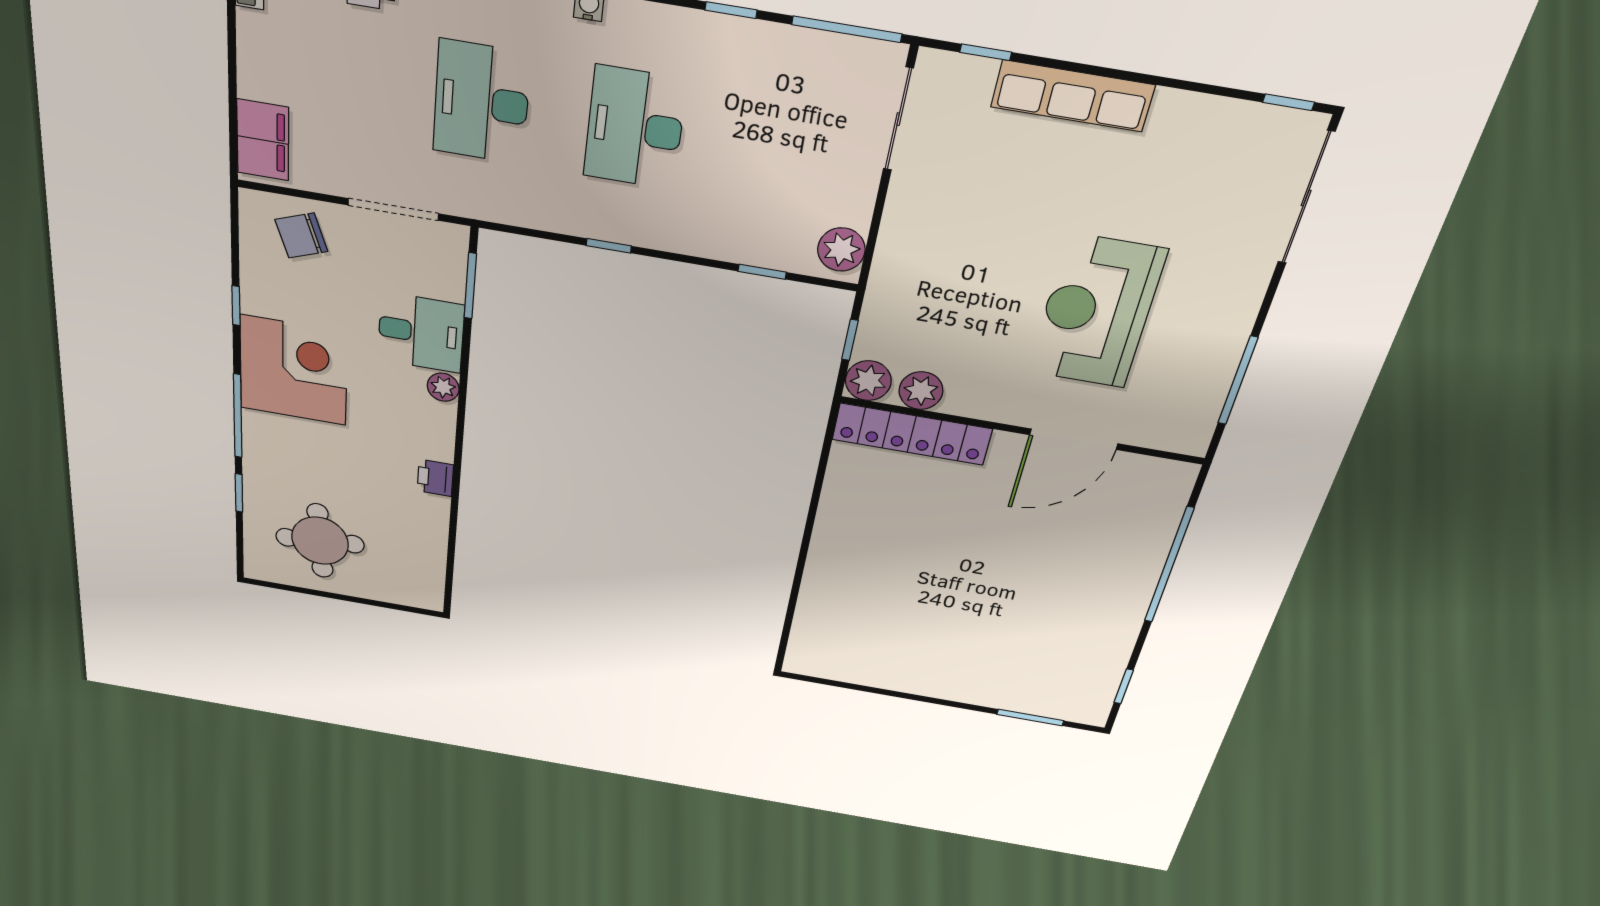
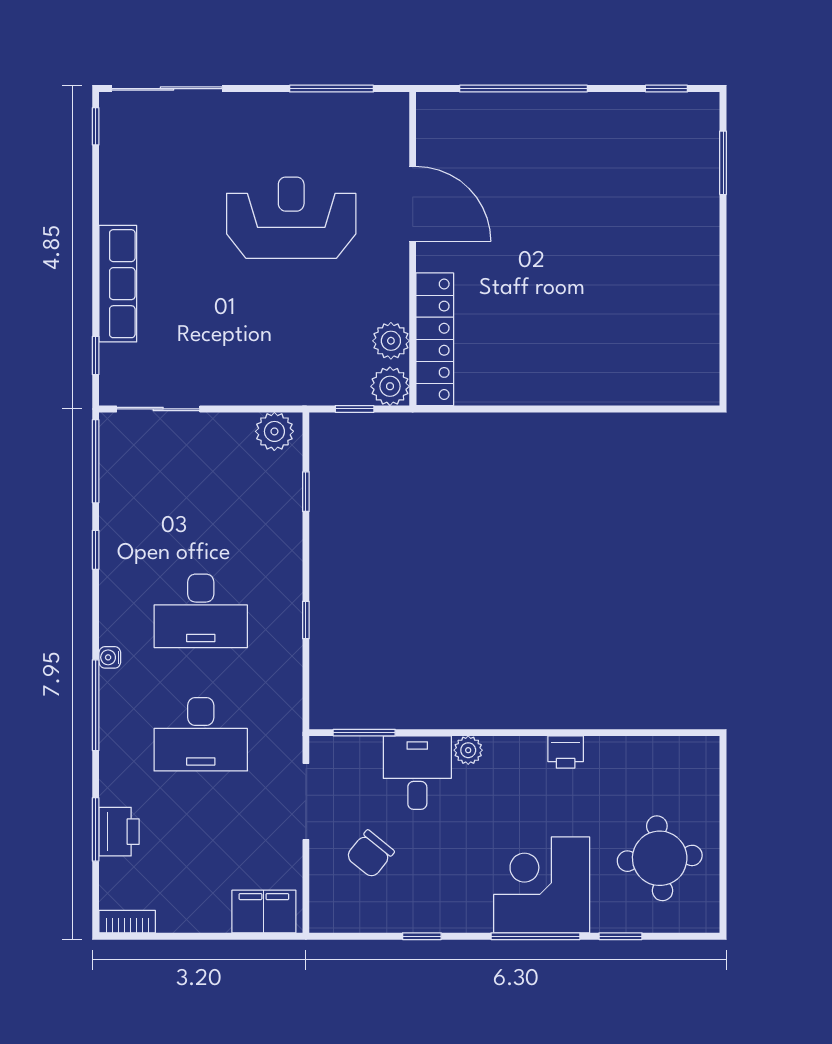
chair: (301, 236) -> (370, 854), moved, turned 59
reception desk: (1096, 312) -> (291, 218), turned 180
corner desk: (293, 370) -> (542, 885), moved

